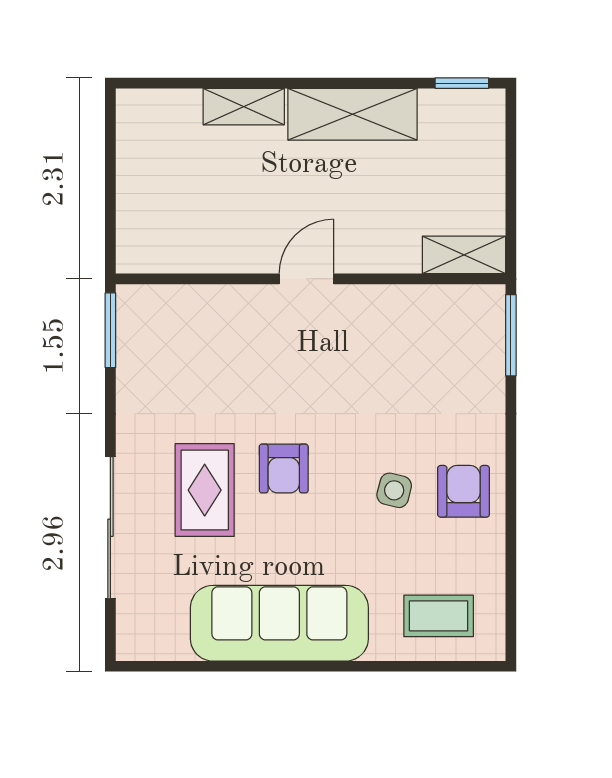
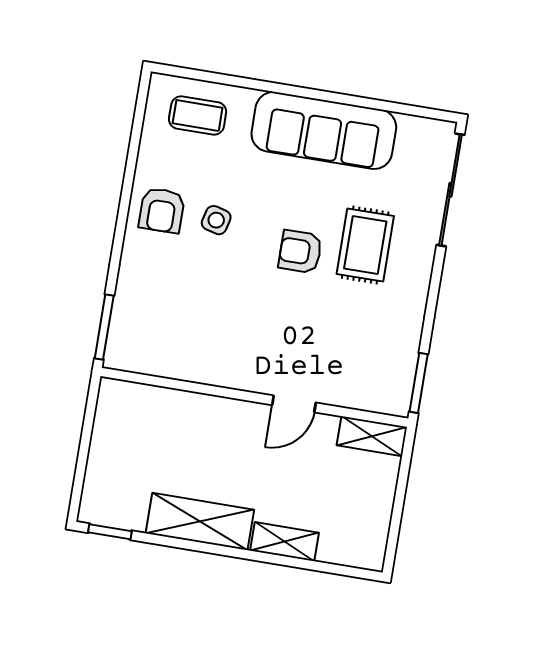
shelving: (464, 255) -> (372, 436), moved
door: (306, 279) -> (294, 404), moved
armchair: (284, 468) -> (300, 252), turned -90
sliding door: (110, 528) -> (451, 190), moved

